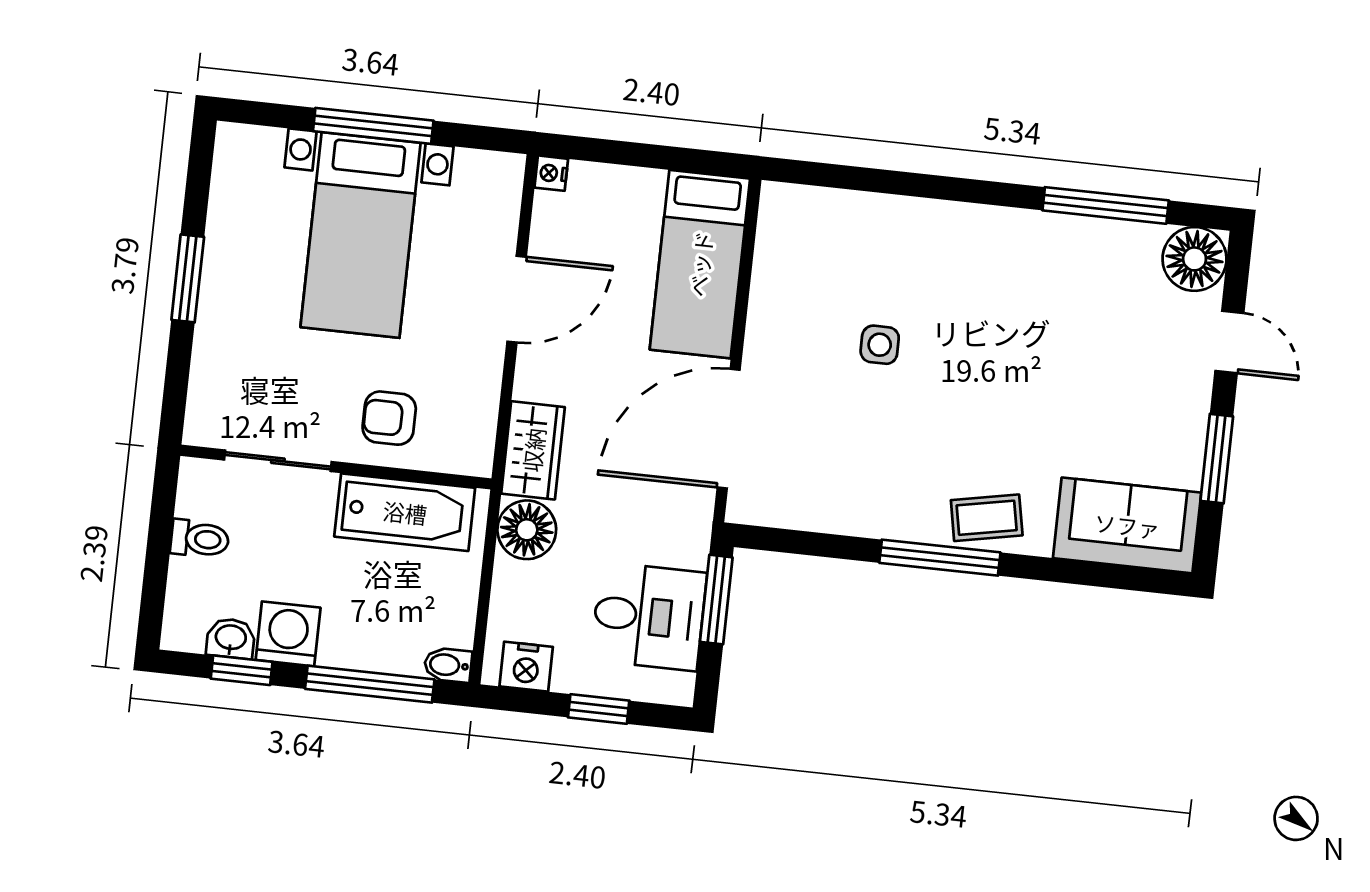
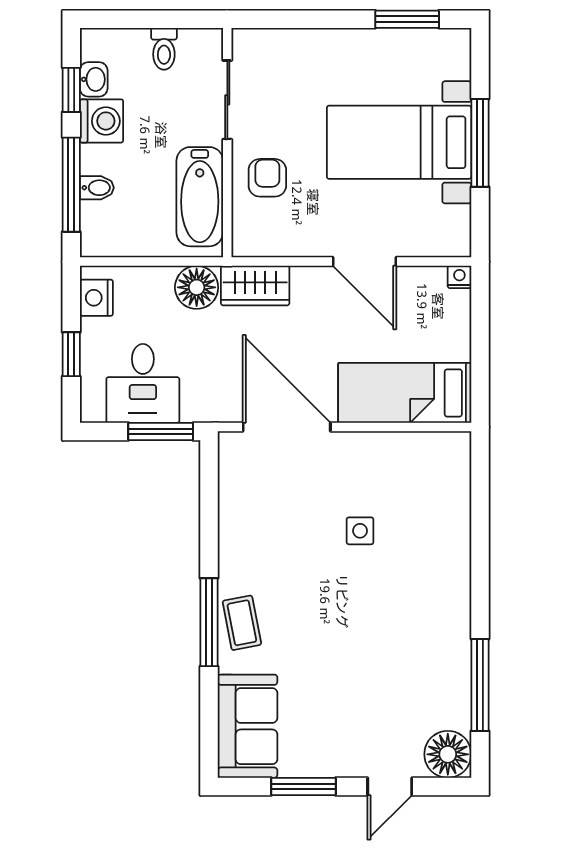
window: (188, 278) -> (407, 19), moved
window: (940, 558) -> (209, 622), moved
bidet: (448, 665) -> (97, 188), moved, turned 90

